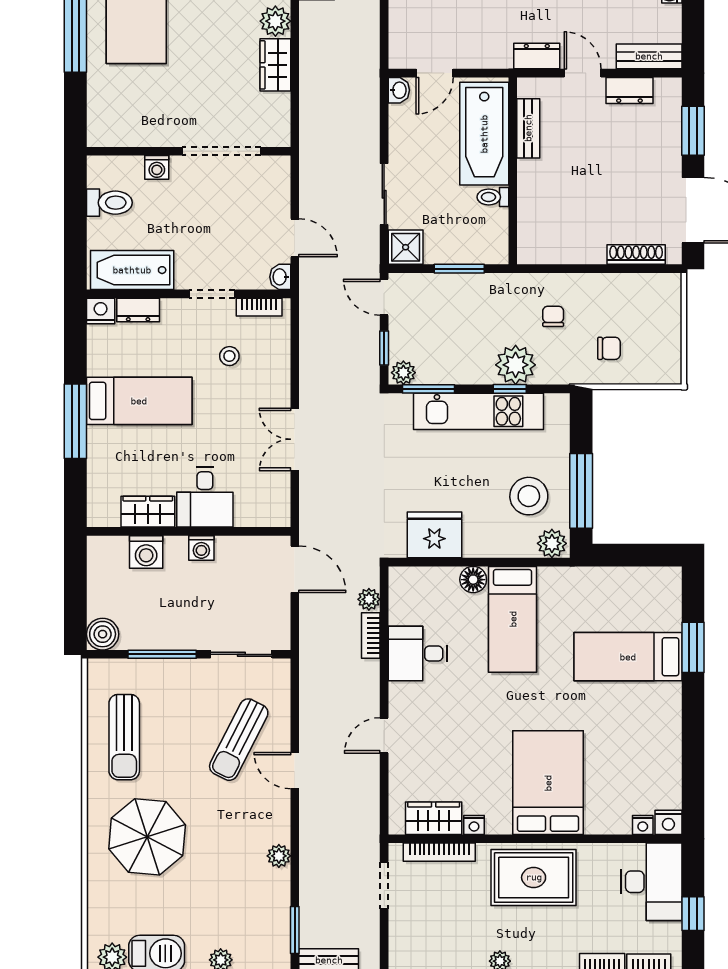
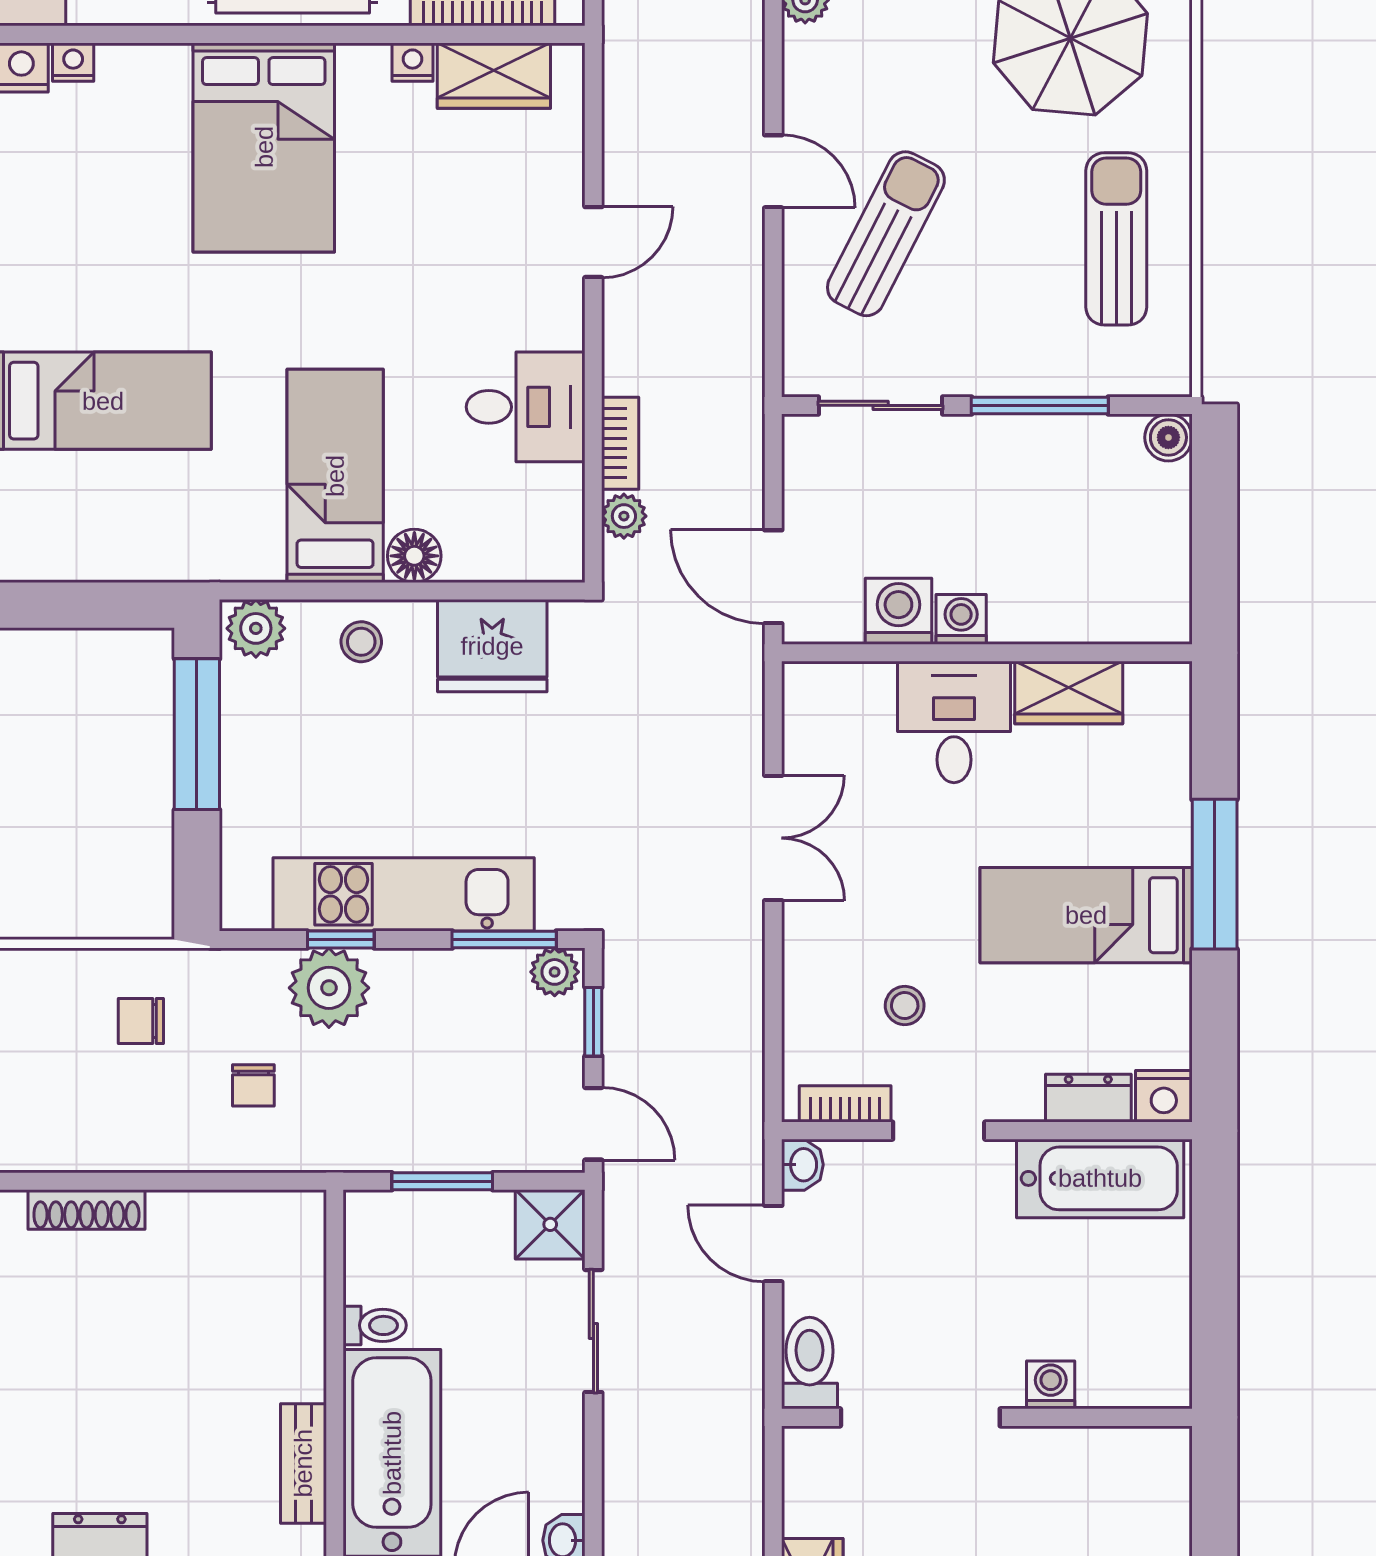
toilet: (109, 203) -> (810, 1363), moved, turned 90
stool: (529, 496) -> (361, 642), moved, width x0.53, depth x0.53
washing machine: (146, 552) -> (898, 611), moved
boiler: (103, 634) -> (1168, 437), width x0.73, depth x0.73

